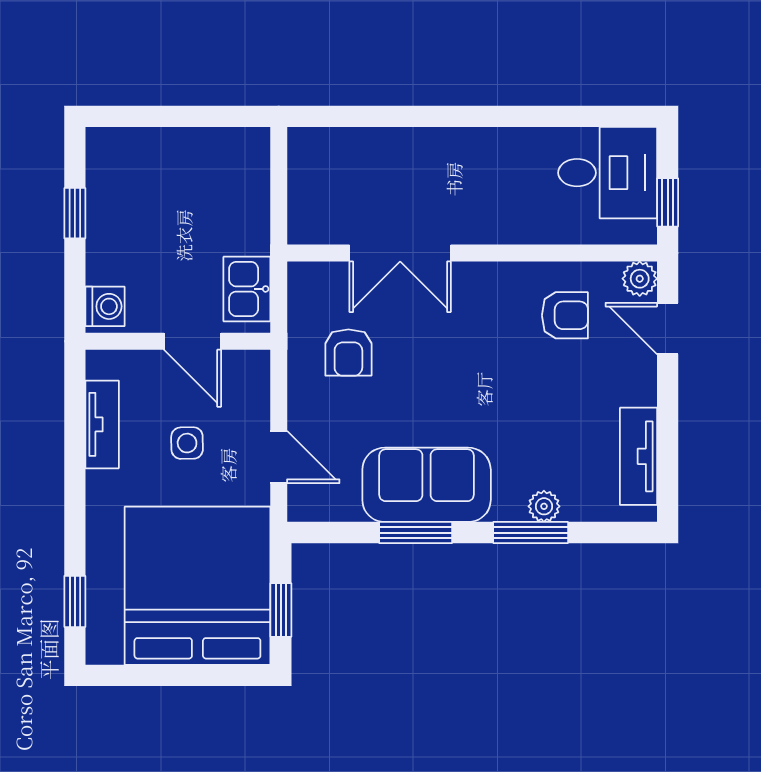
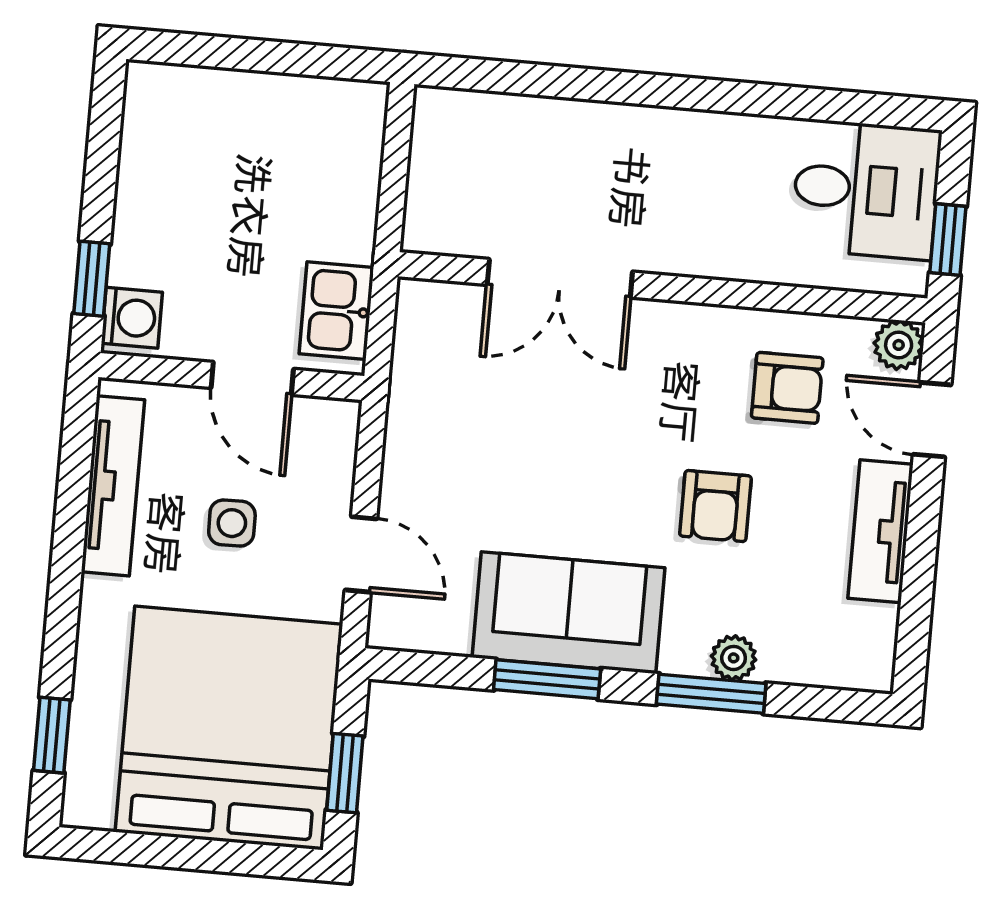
window: (75, 213) -> (92, 279), moved
armchair: (348, 353) -> (715, 506), moved
tv unit: (102, 424) -> (113, 486), width x1.41
tv unit: (638, 456) -> (881, 531), moved

